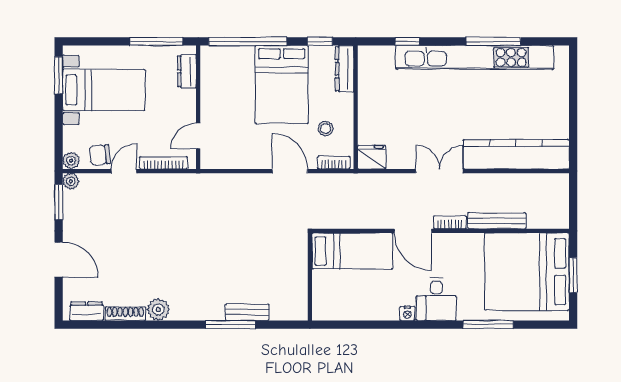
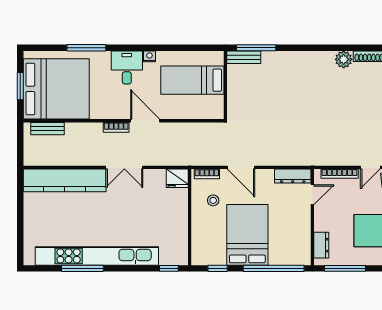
window: (407, 41) -> (169, 268), moved
dresser: (345, 69) -> (293, 176), moved, turned 90
bench: (497, 221) -> (48, 129), moved, width x0.73
bed: (352, 251) -> (192, 80), moved
bench: (247, 312) -> (244, 57), moved
window: (230, 325) -> (256, 48), moved

